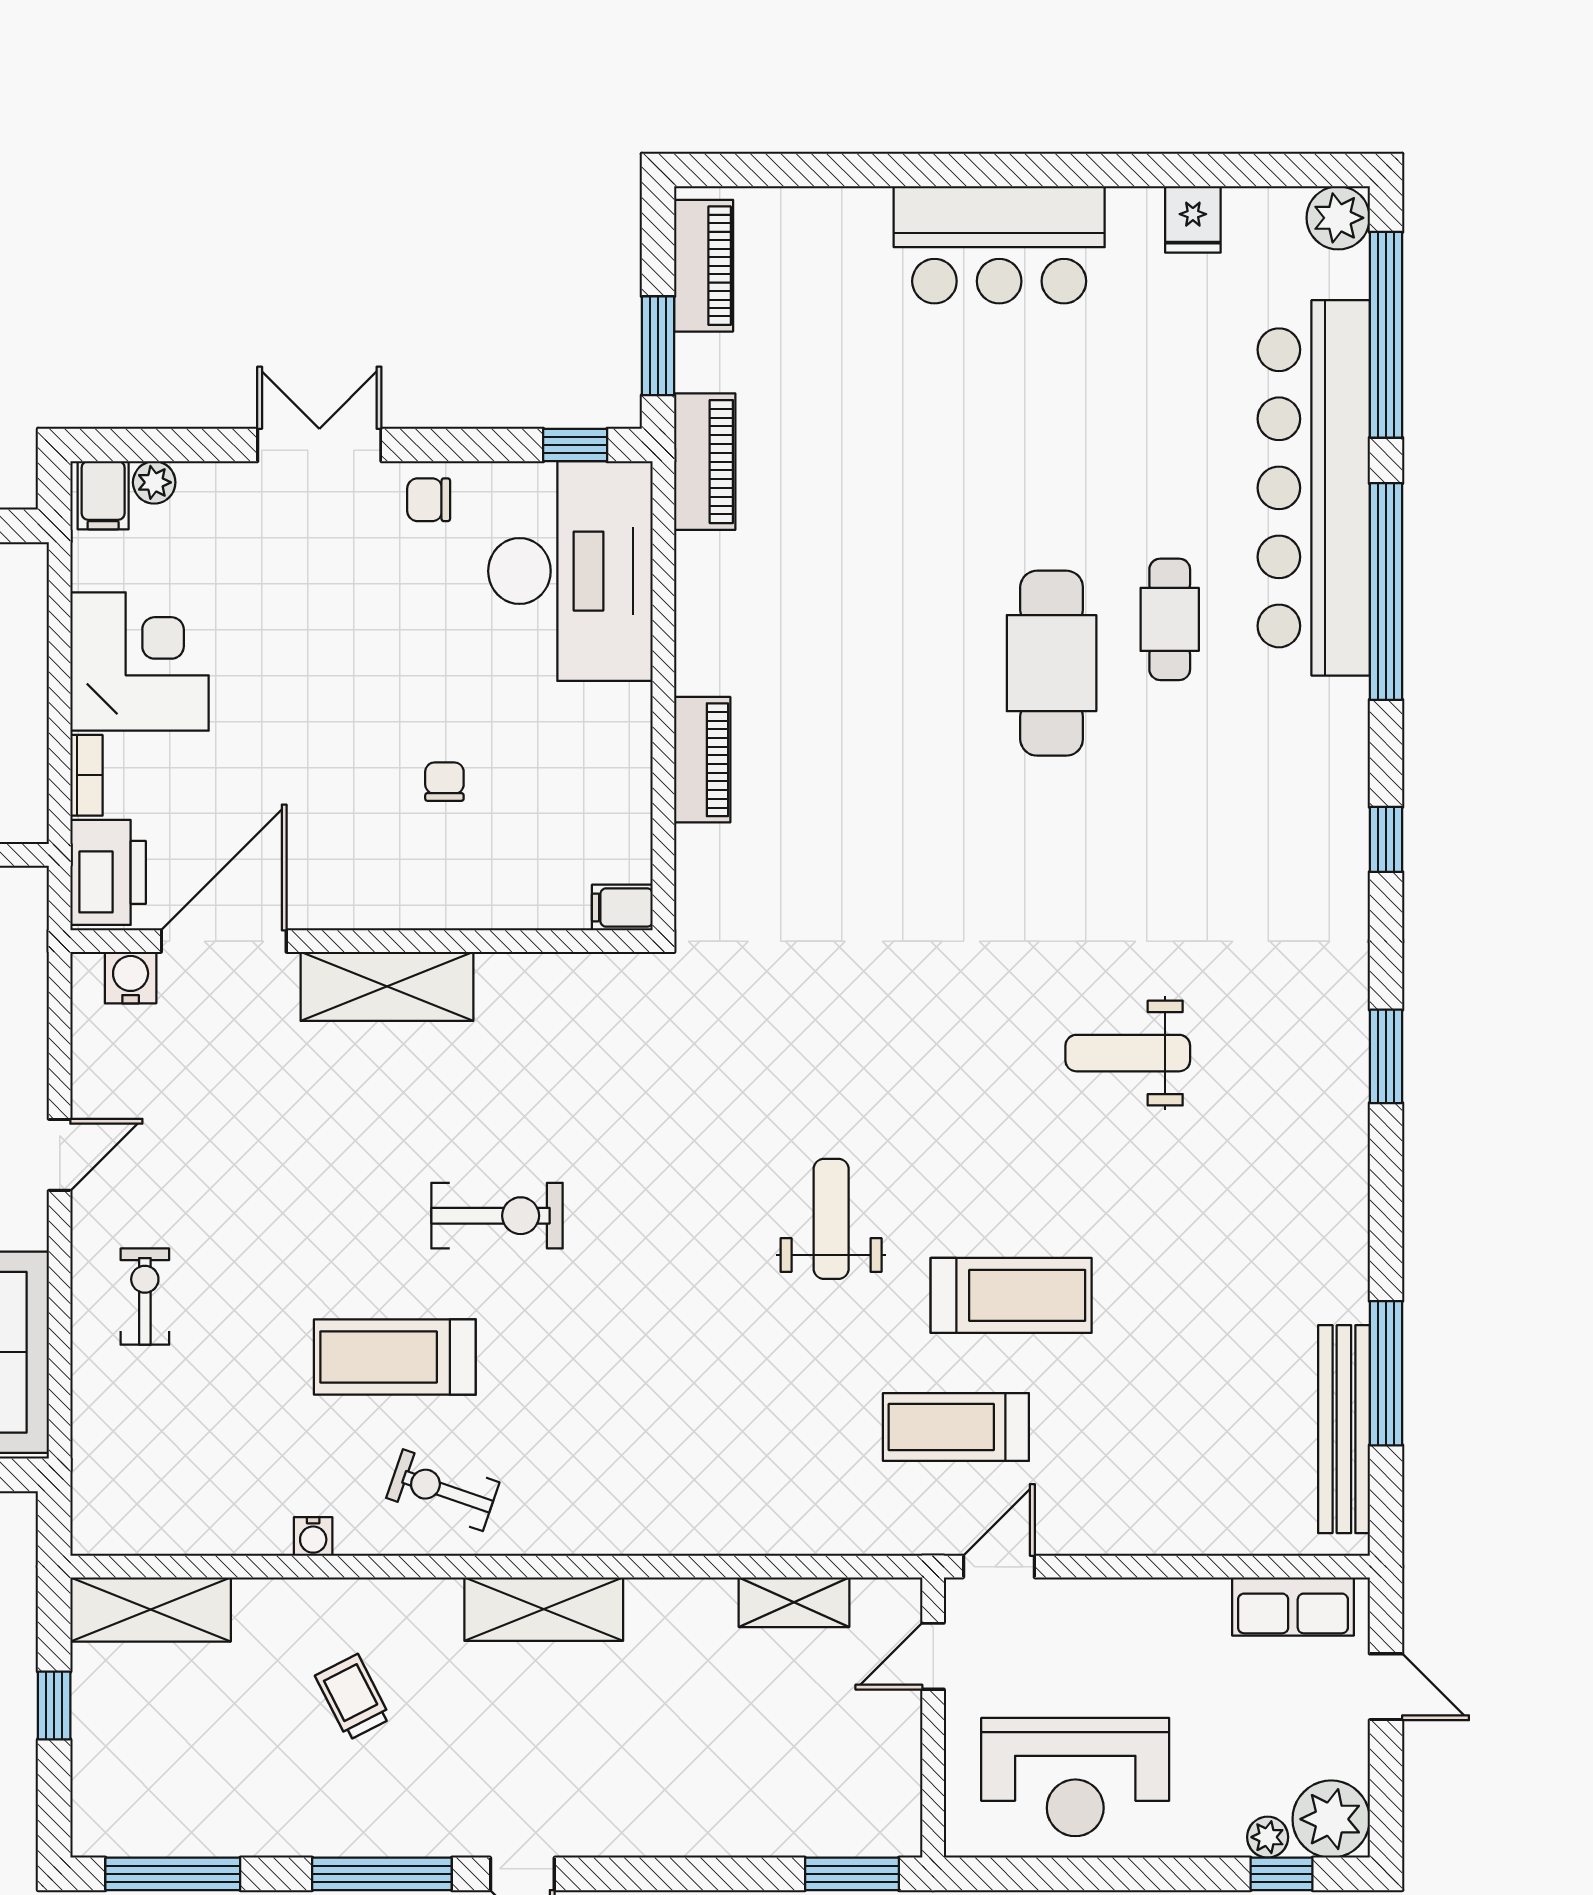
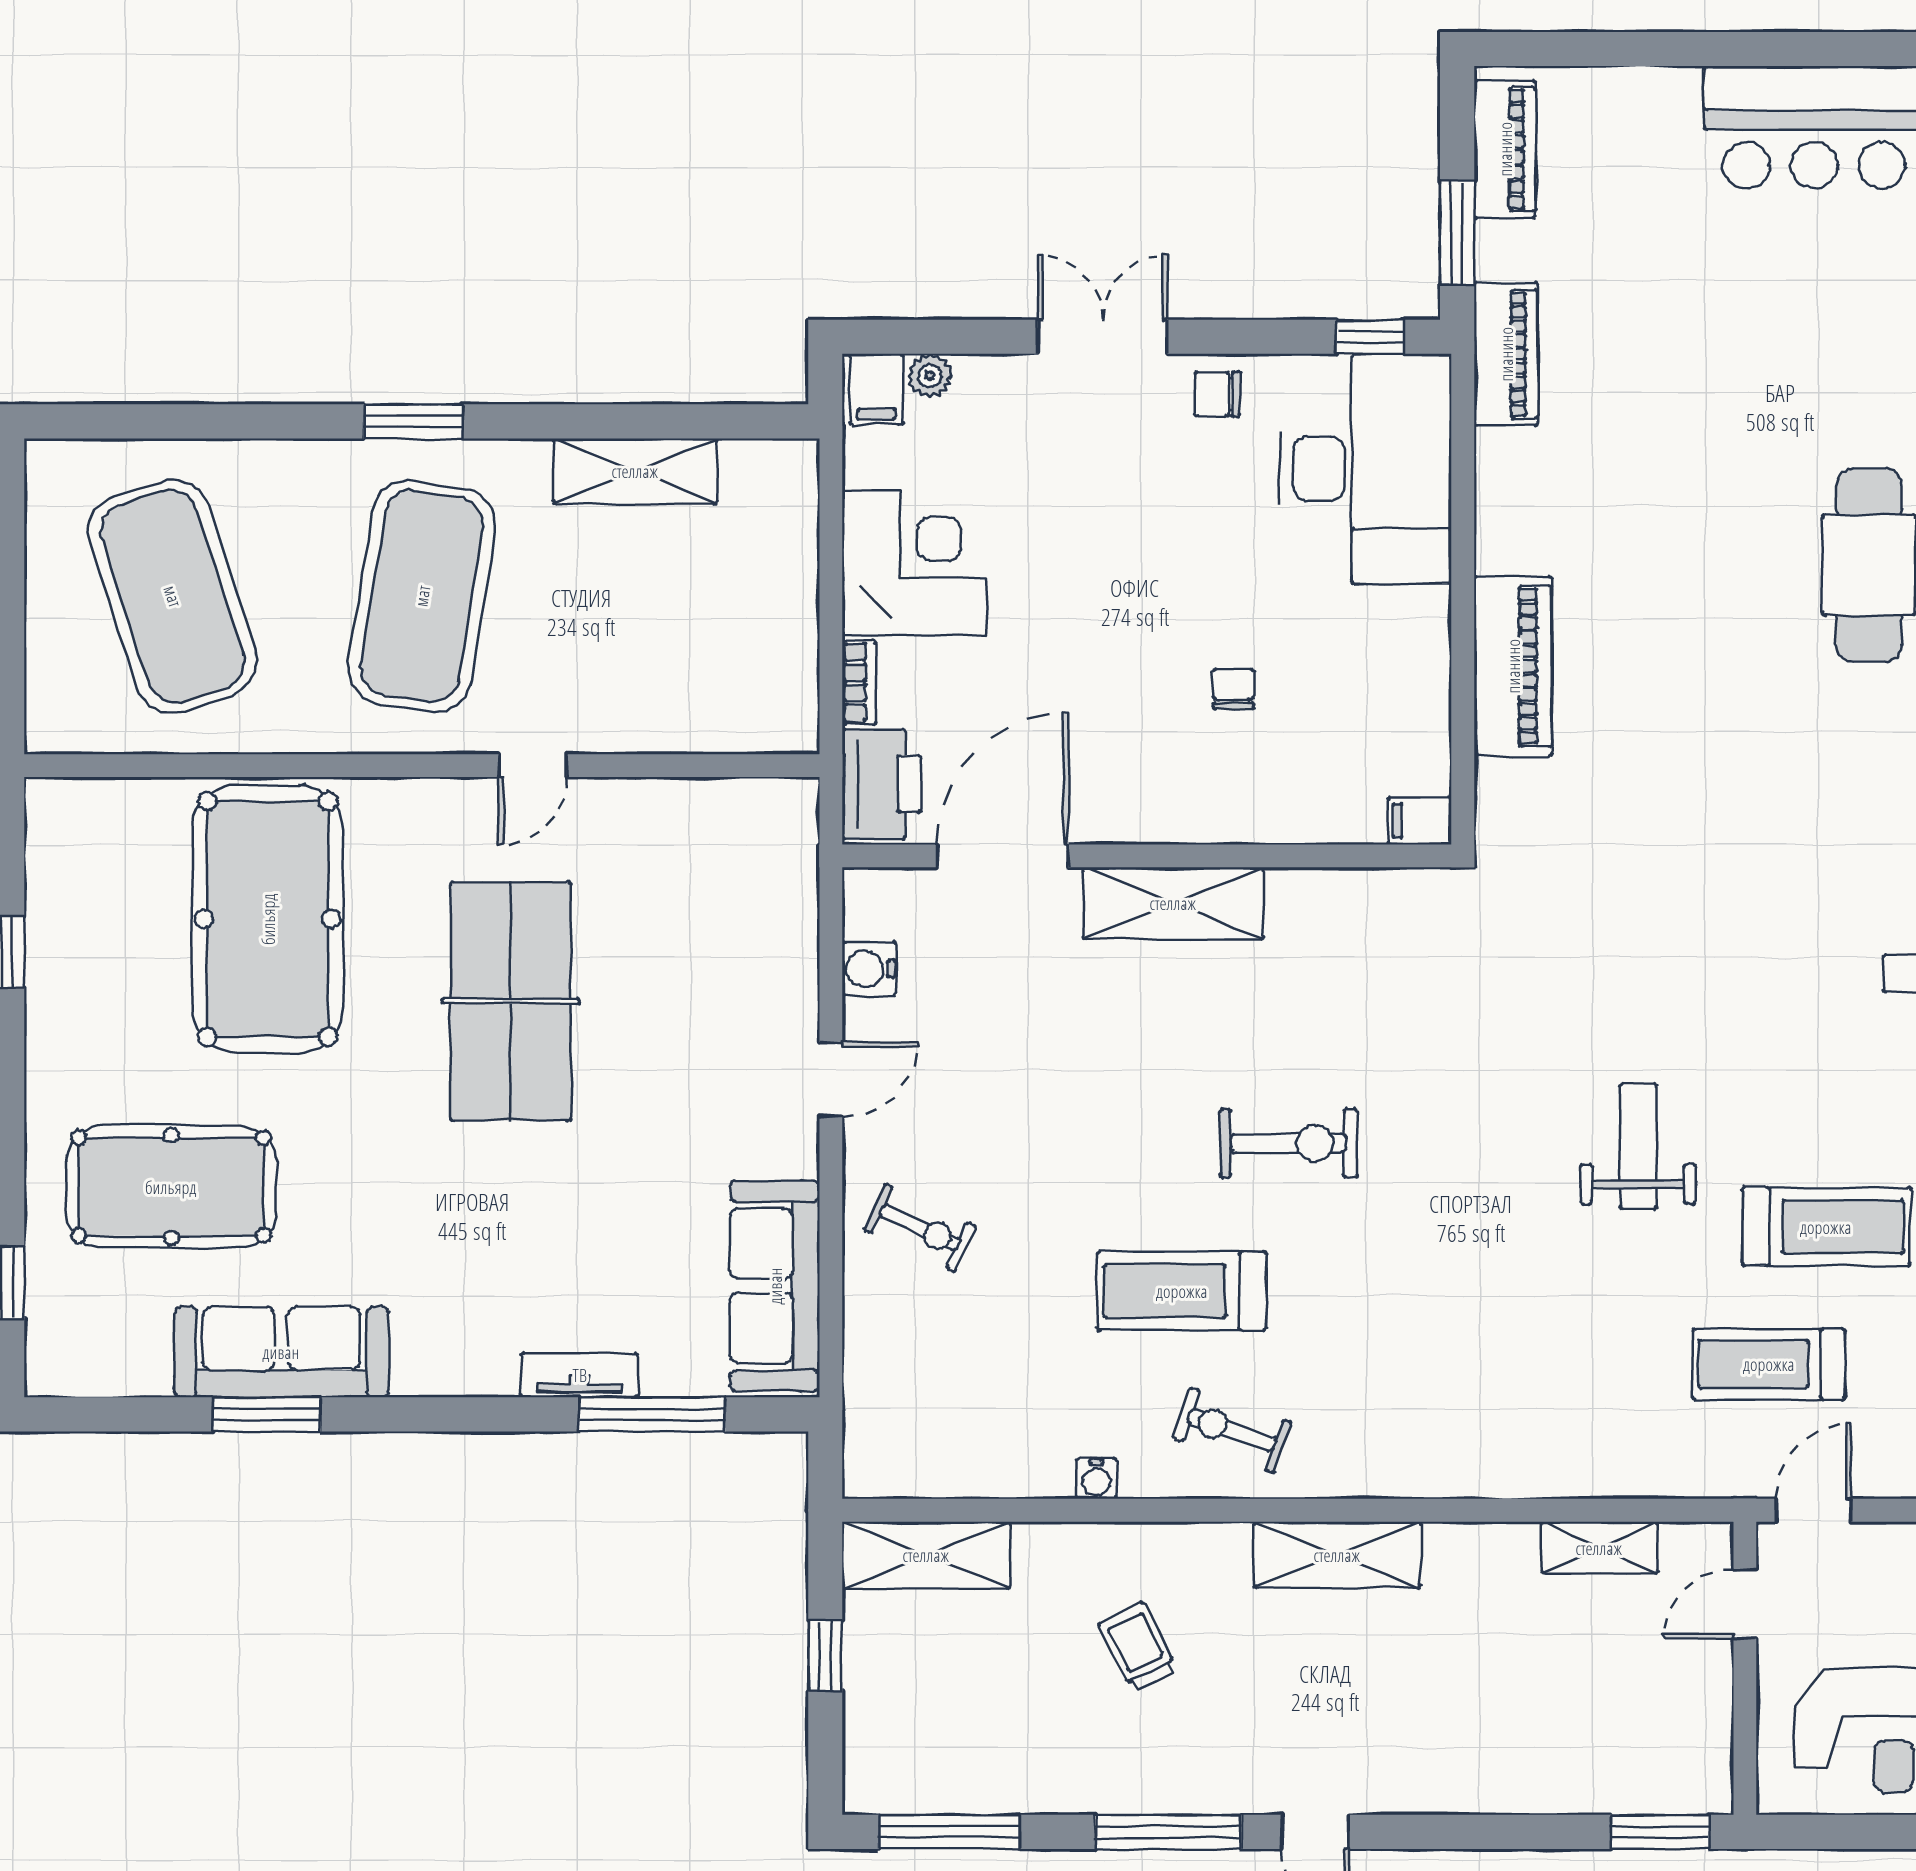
piano: (702, 760) -> (1513, 666), width x1.37, depth x1.33
water cooler: (131, 978) -> (869, 969), moved, turned -90
exercise bike: (145, 1297) -> (920, 1228), turned 115

